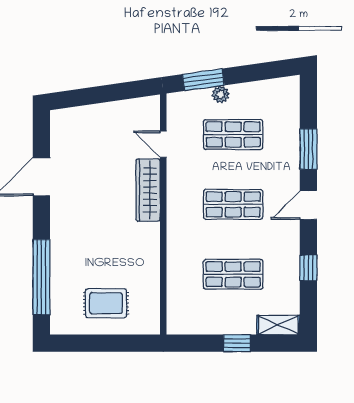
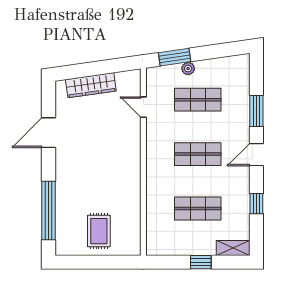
wardrobe: (148, 190) -> (91, 85), moved, turned -98
rug: (106, 303) -> (99, 231), turned 90

